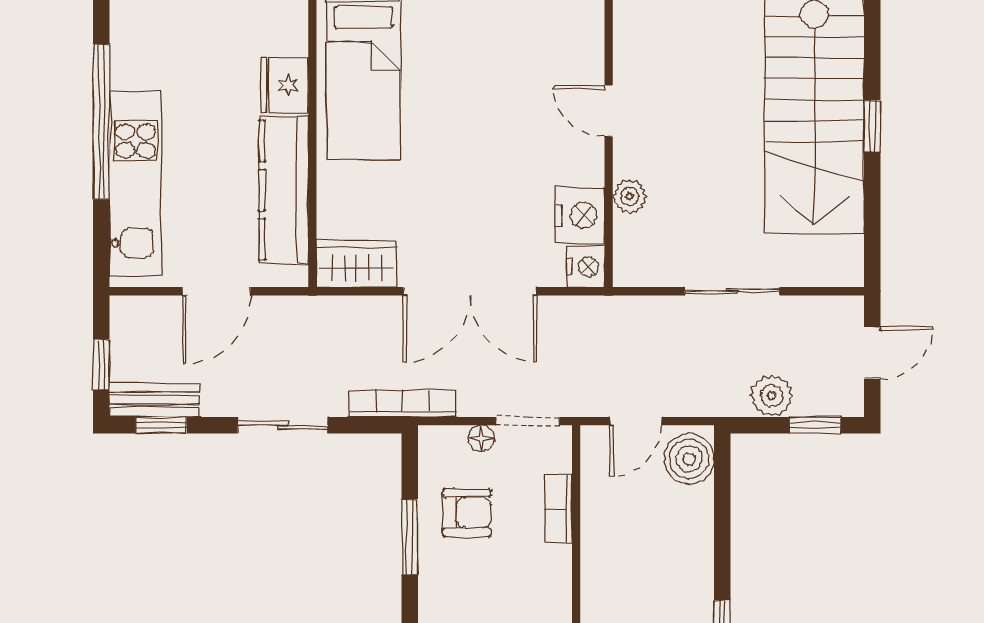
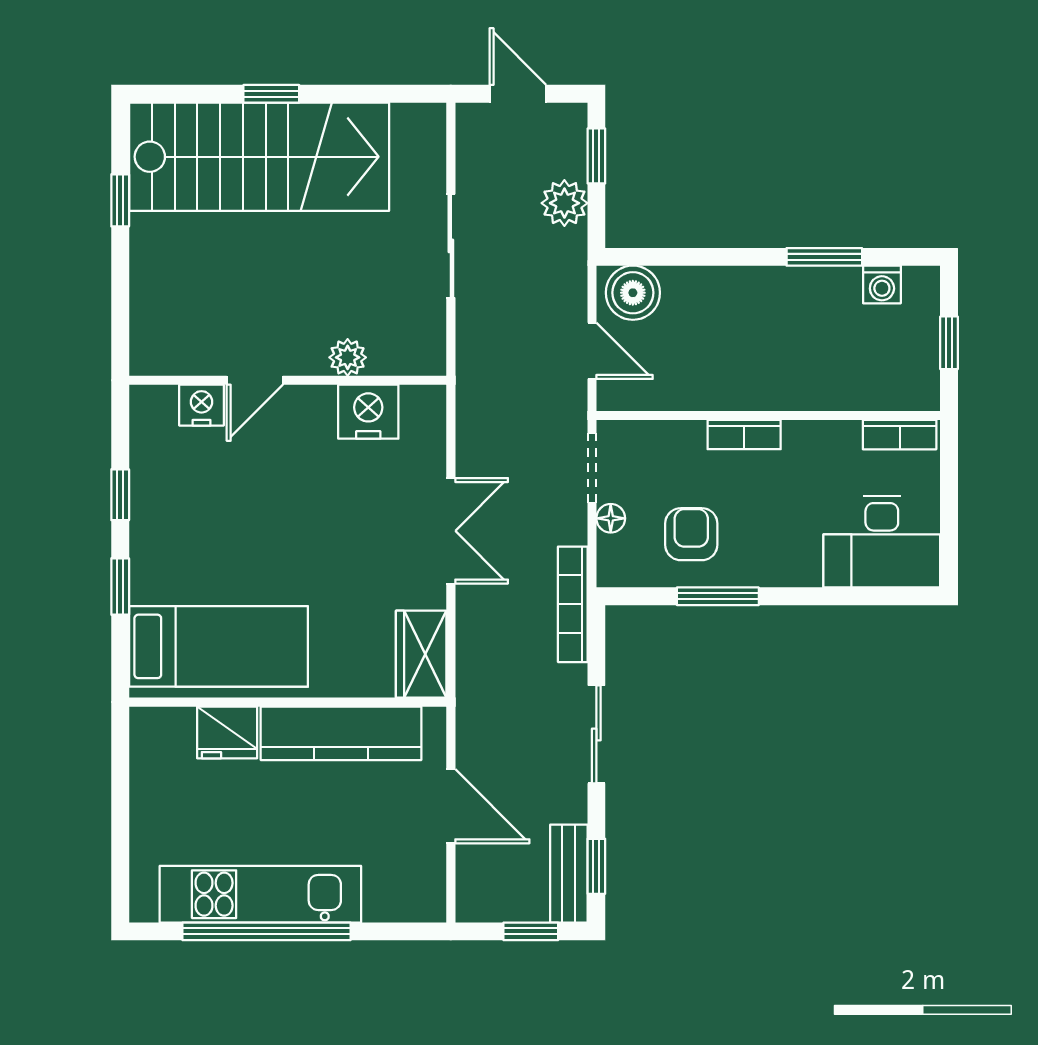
kitchen unit: (136, 184) -> (260, 894), moved
nightstand: (586, 267) -> (201, 405), moved
double door: (470, 291) -> (451, 531), width x0.73
bookcase: (559, 509) -> (744, 435), moved

